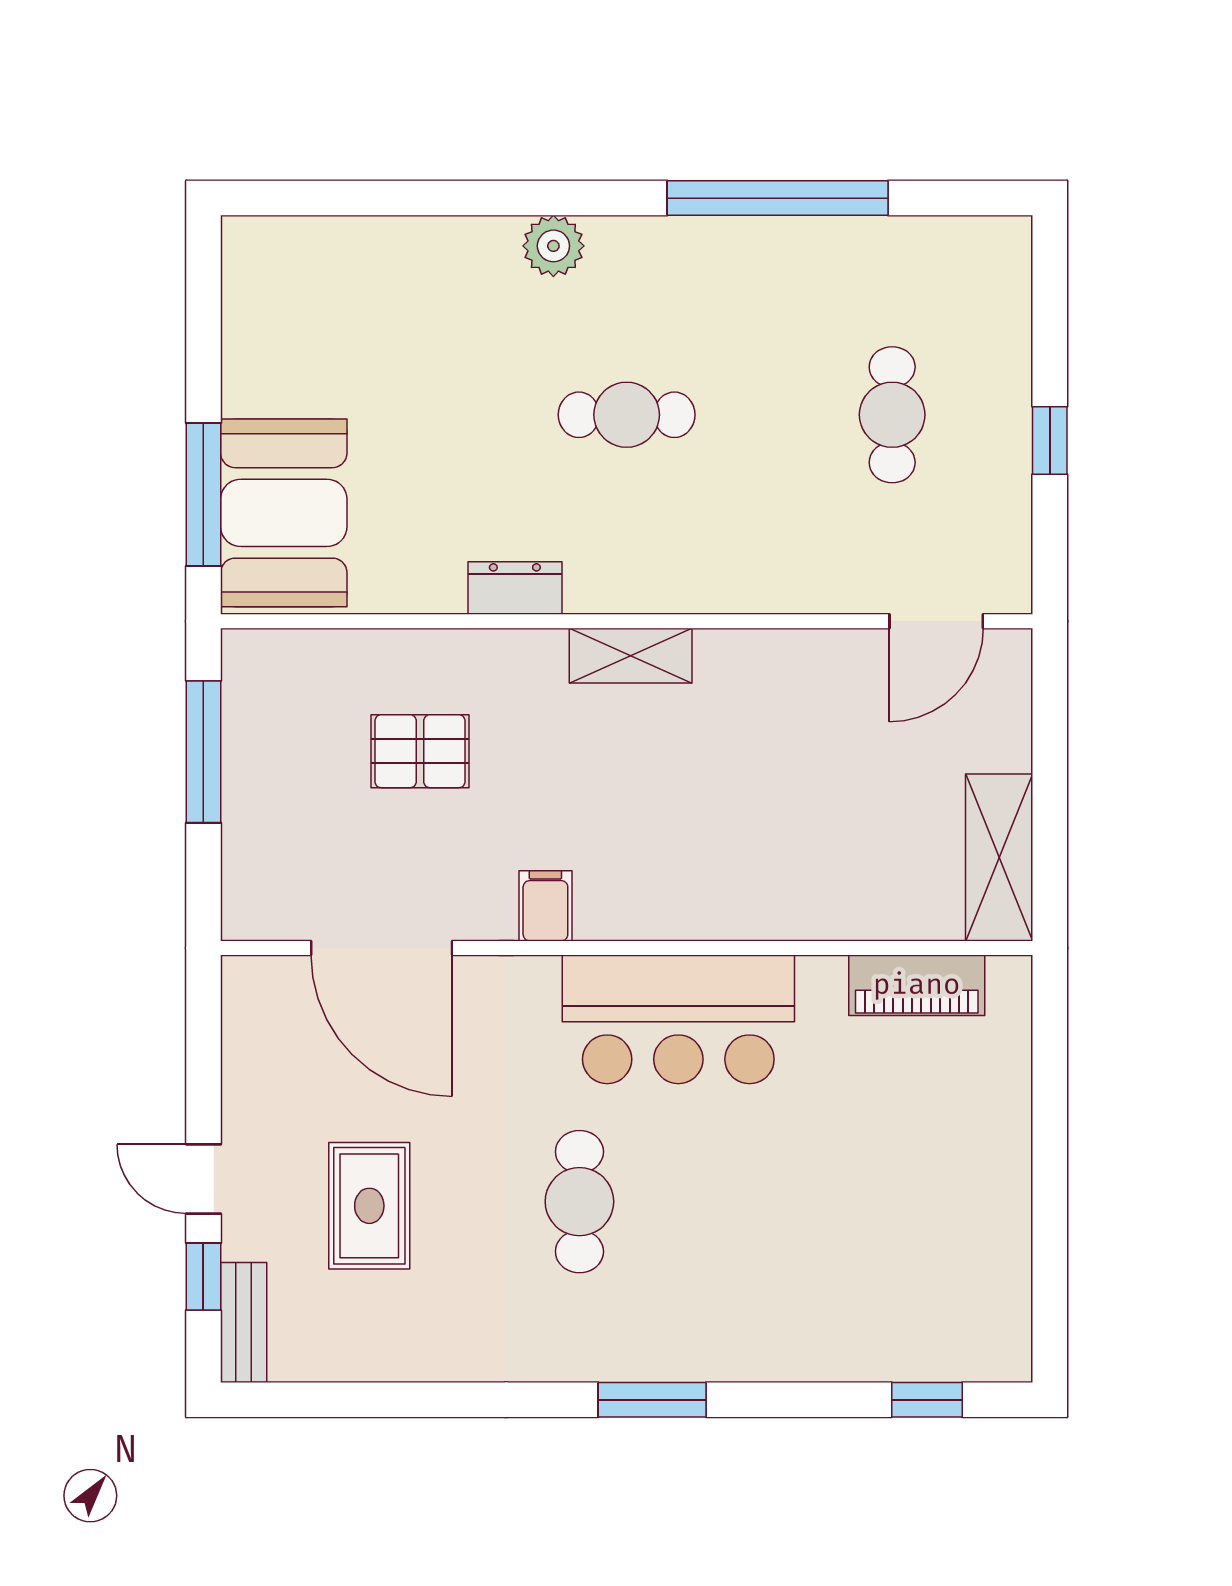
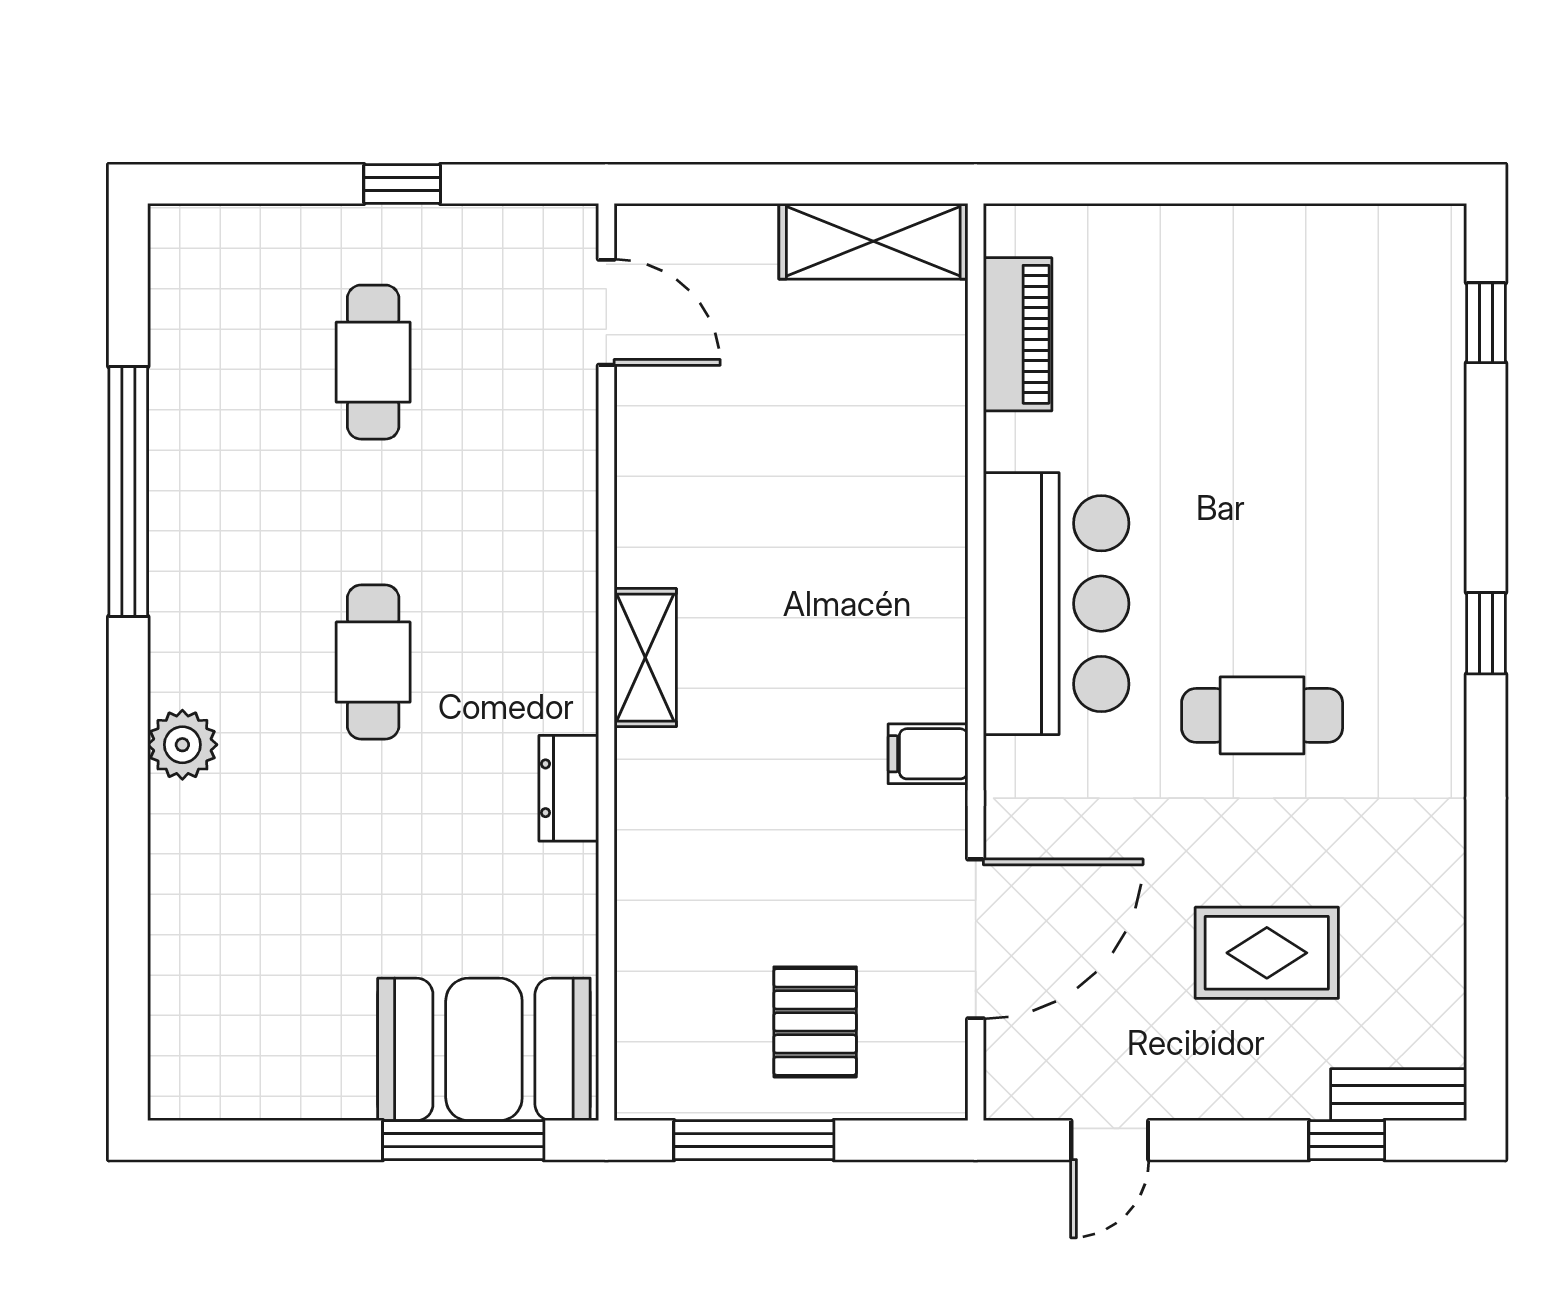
cafe table: (892, 415) -> (373, 362), turned 90
pallet: (420, 751) -> (815, 1022), moved
door: (203, 1179) -> (1110, 1140), moved
window: (652, 1400) -> (1486, 633), width x0.67

